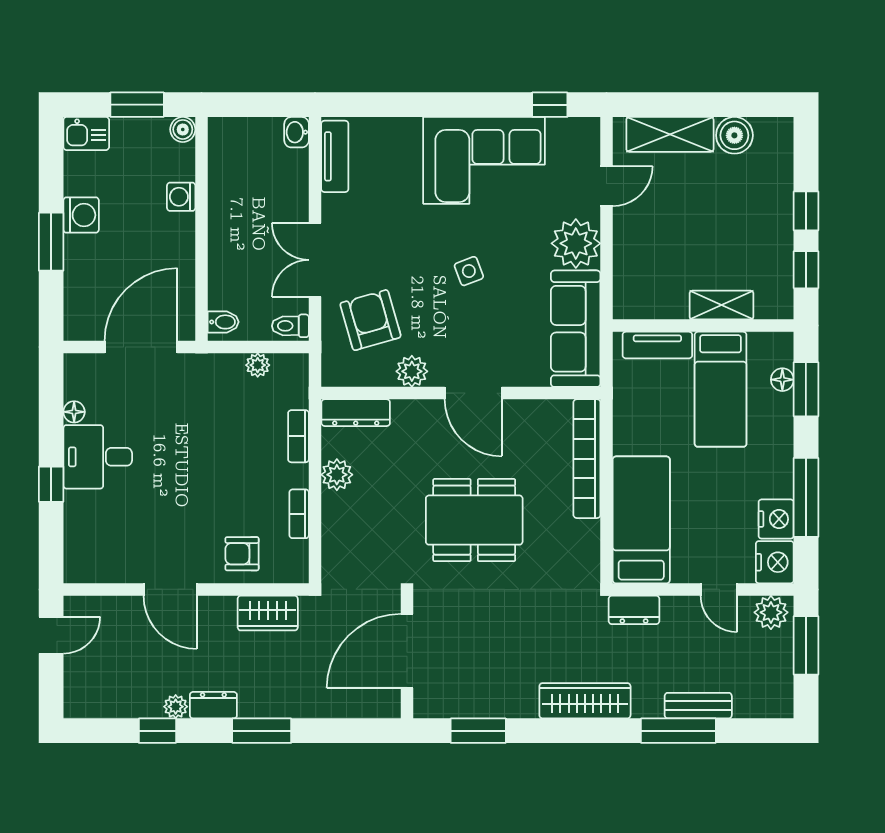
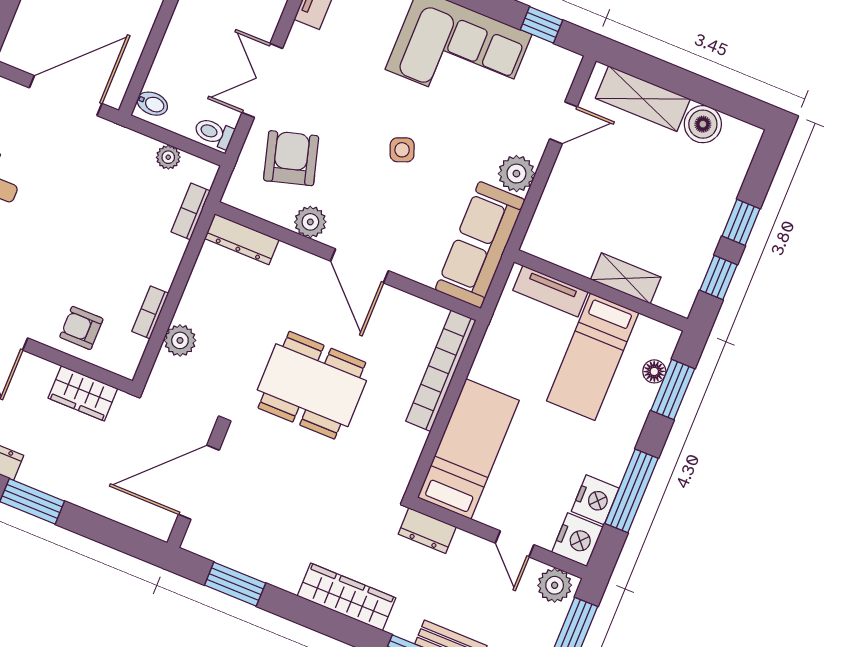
plant: (576, 243) -> (516, 174), width x0.73, depth x0.73
bookcase: (298, 436) -> (191, 211), moved
plant: (337, 475) -> (180, 340), moved

